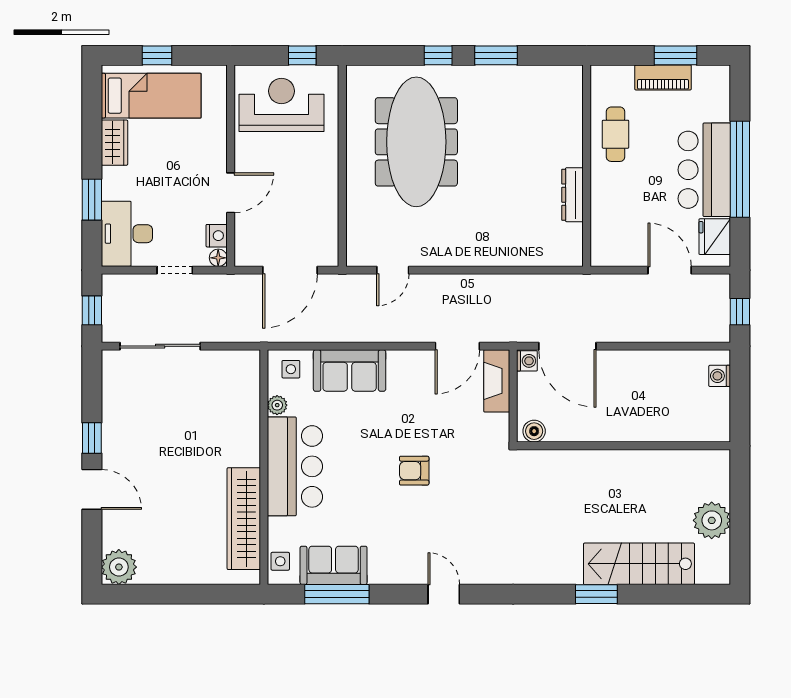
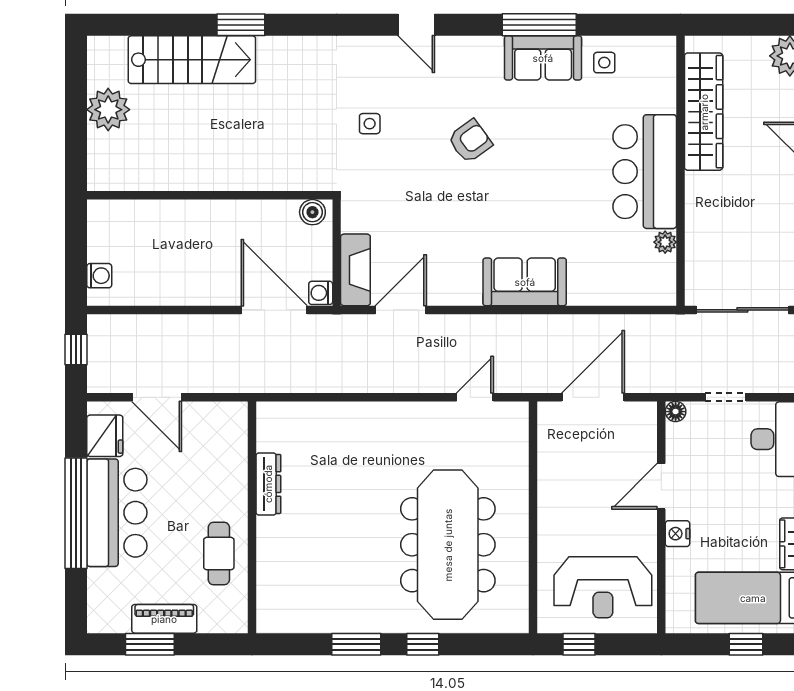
nightstand: (217, 236) -> (677, 534), moved
side table: (291, 369) -> (370, 124), moved
plant: (277, 405) -> (665, 242), moved
bar counter: (295, 466) -> (645, 172), moved
wall: (264, 467) -> (680, 171), moved
armchair: (414, 471) -> (470, 141), moved, turned -36
wardrobe: (244, 519) -> (704, 112), moved

